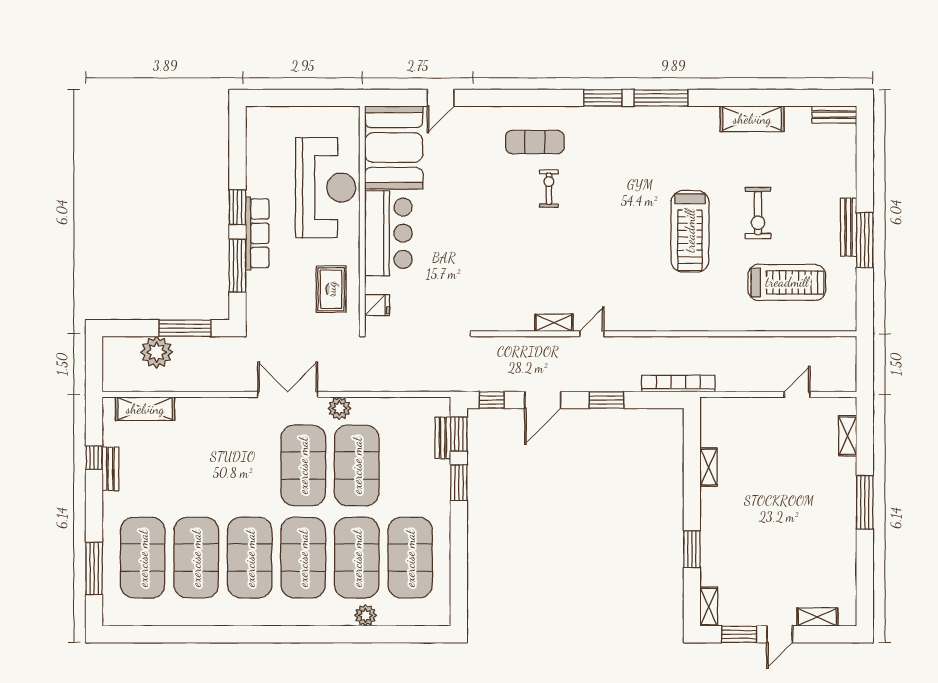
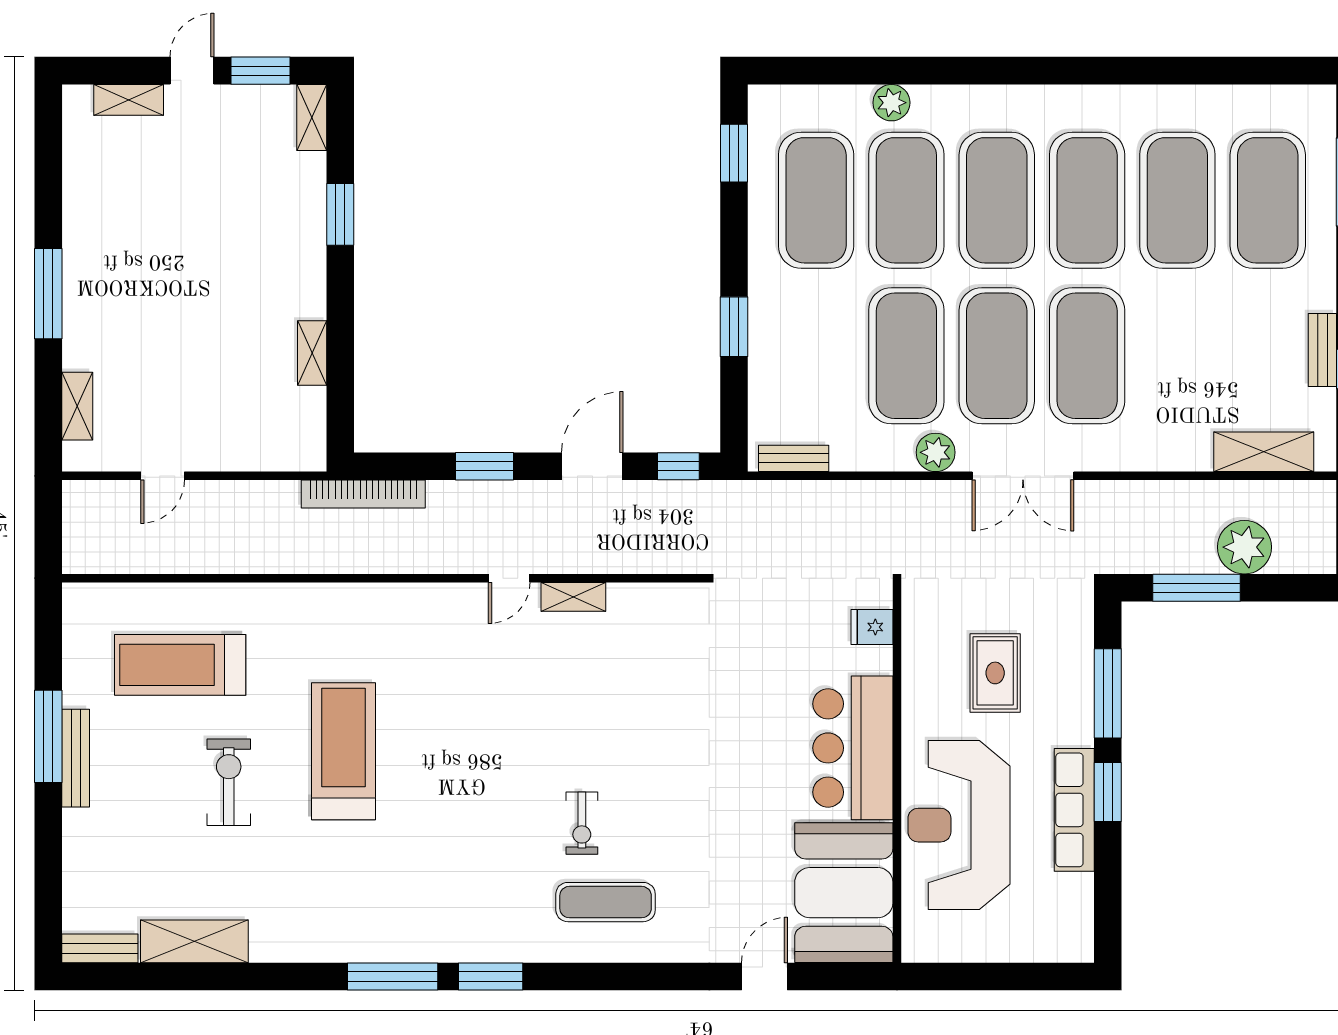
shelving: (752, 119) -> (194, 941), moved
row of seats: (257, 233) -> (1074, 810), moved
rug: (331, 289) -> (995, 673), moved
window: (459, 434) -> (734, 153), moved
bench: (443, 438) -> (794, 458), moved, turned 90
exercise mat: (250, 465) -> (1087, 356), added

